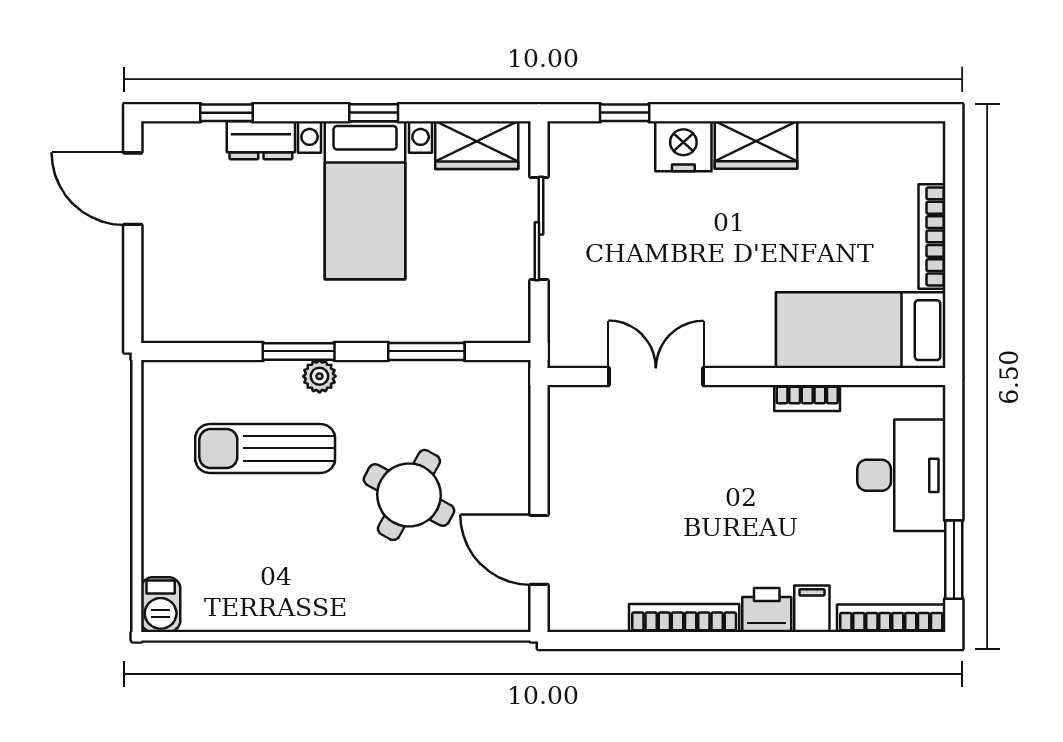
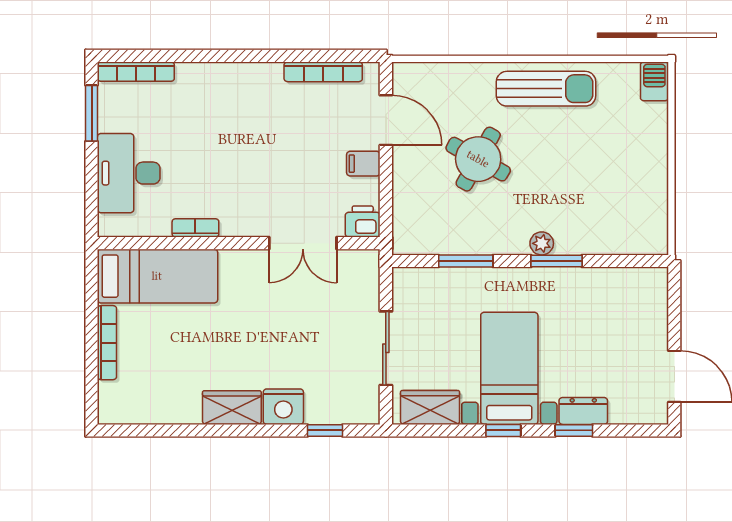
window: (227, 113) -> (574, 430), moved
sun lounger: (265, 448) -> (546, 89), moved
filing cabinet: (812, 609) -> (363, 164), moved, turned 90
printer: (767, 610) -> (363, 222), moved, turned 180
bookcase: (684, 618) -> (323, 72), moved

